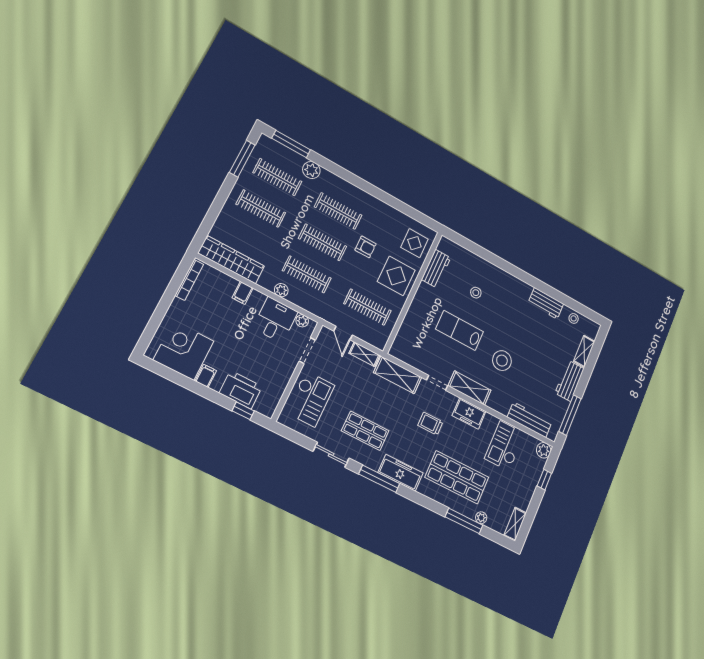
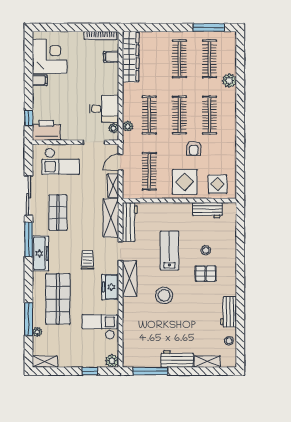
window: (291, 144) -> (240, 56), removed
plant: (281, 290) -> (128, 126), moved
filing cabinet: (243, 293) -> (111, 57), moved
pallet: (499, 306) -> (206, 274), added
printer: (241, 390) -> (46, 130), moved, turned -90
workbench: (530, 420) -> (130, 222), moved
sliding door: (331, 455) -> (29, 196), width x1.37

